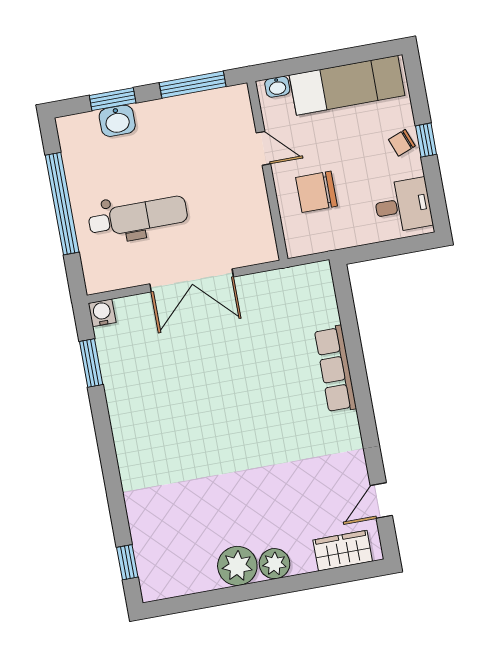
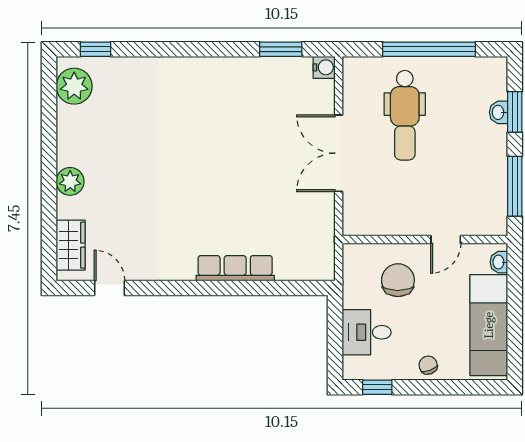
washbasin: (117, 121) -> (499, 112), width x0.72, depth x0.69
window: (426, 140) -> (377, 387), moved
desk: (403, 206) -> (367, 332), moved, turned 90
plant: (237, 566) -> (74, 86), moved

